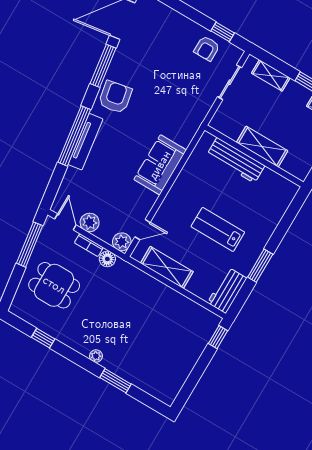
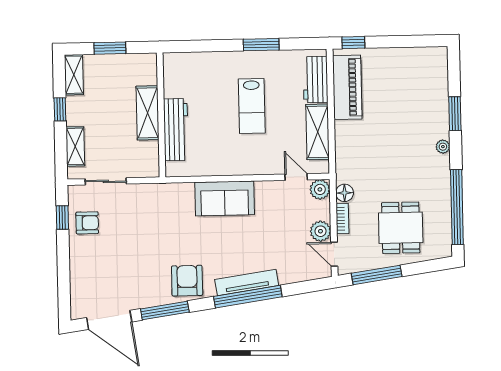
armchair: (115, 97) -> (187, 281), turned 101
door: (65, 222) -> (334, 254), hinge flipped
workbench: (227, 290) -> (316, 80), moved, turned 90
piano: (187, 311) -> (347, 87), added
window: (43, 338) -> (457, 207), width x3.17

